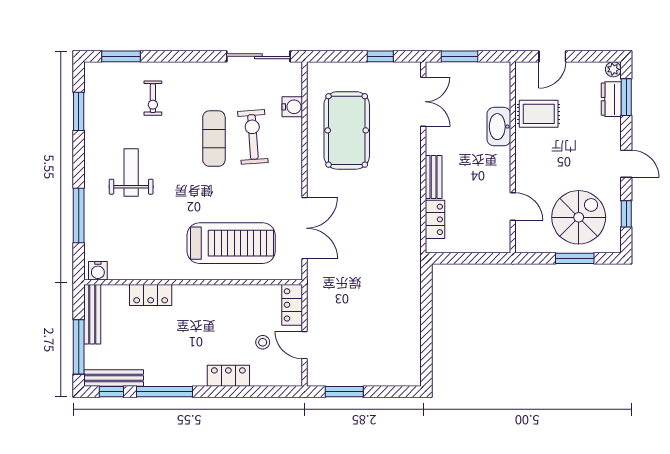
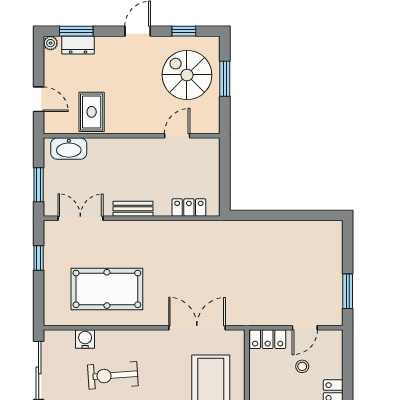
washbasin: (499, 127) -> (69, 149), moved
bench: (434, 177) -> (133, 209), moved

